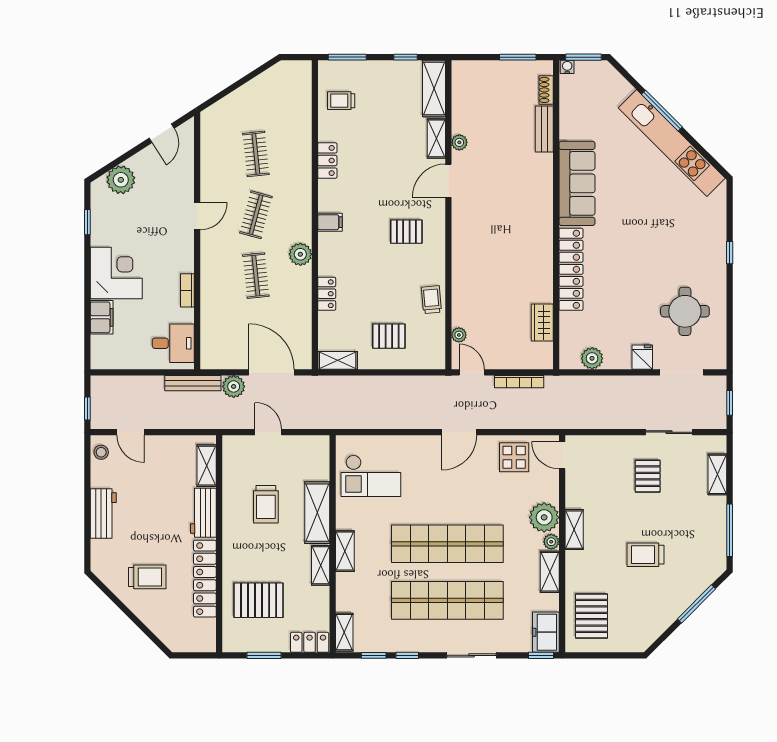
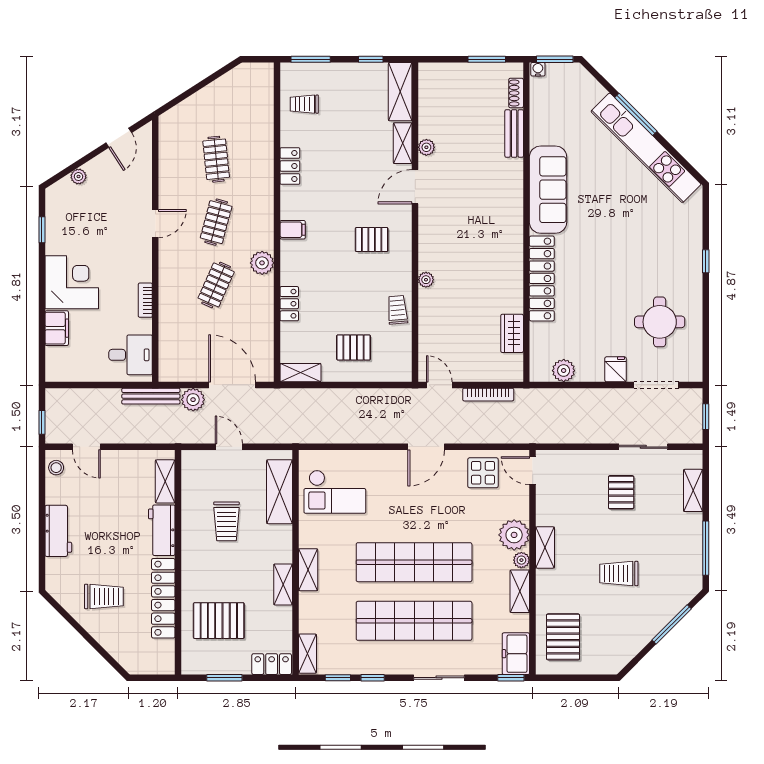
plant: (121, 180) -> (78, 177), width x0.53, depth x0.53
clothes rail: (256, 276) -> (216, 285), turned 30
plant: (459, 335) -> (426, 280), moved
shelving: (317, 513) -> (280, 492), moved

